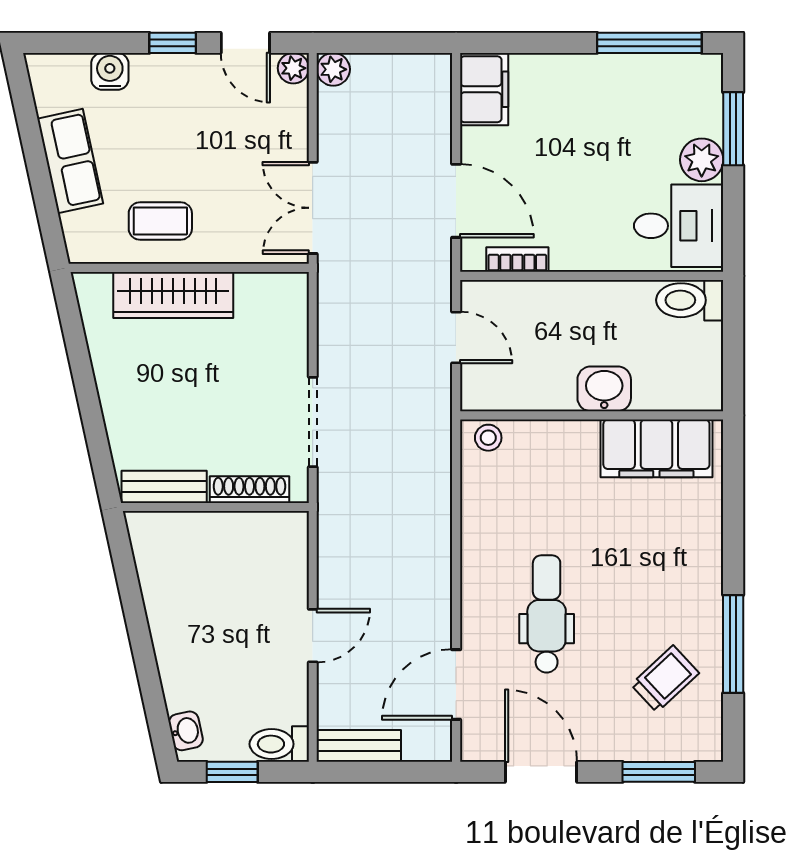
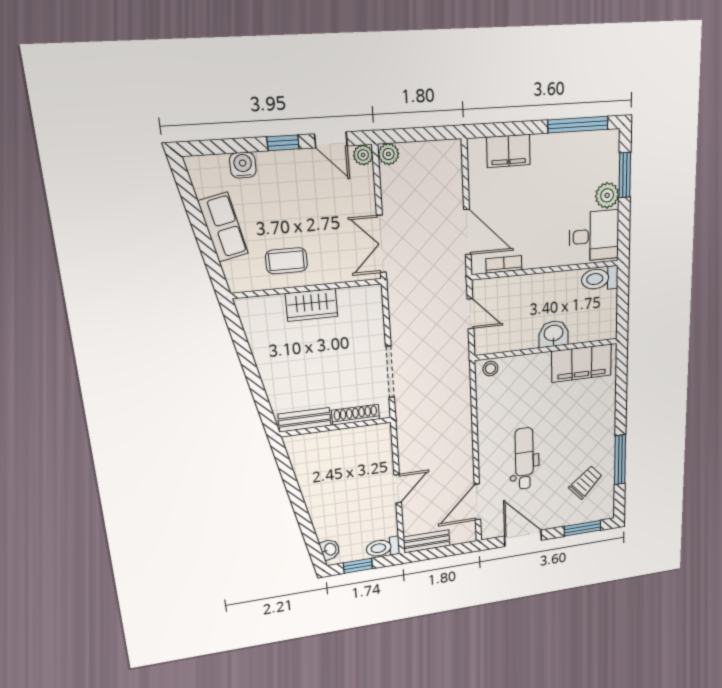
filing cabinet: (484, 89) -> (508, 151), moved, turned 90
wardrobe: (173, 295) -> (312, 305), width x0.67

